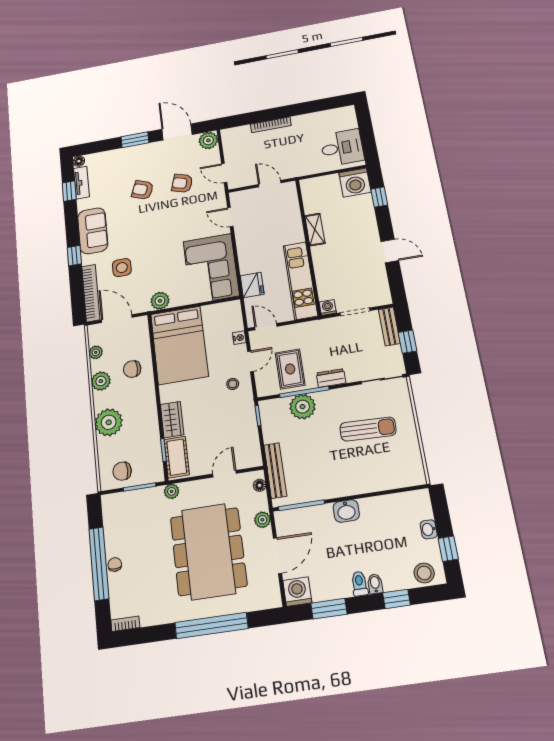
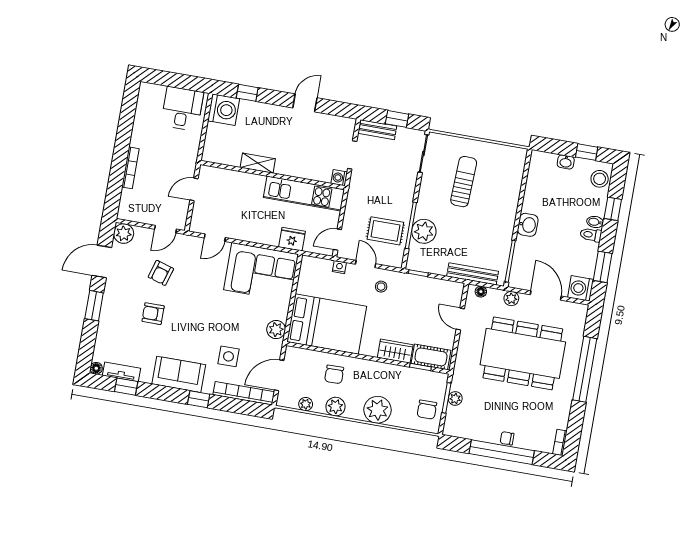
armchair: (143, 190) -> (153, 314), turned 69
dresser: (331, 378) -> (407, 198), removed
plant: (172, 491) -> (455, 399), moved

